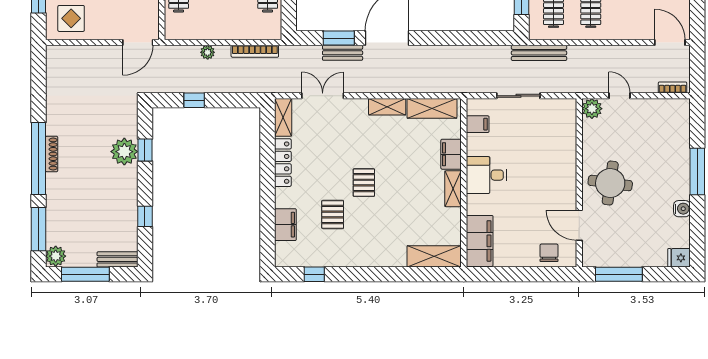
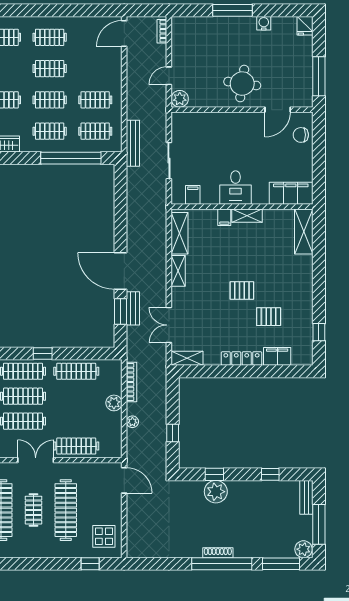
plant: (230, 30) -> (114, 403), added
filing cabinet: (451, 154) -> (224, 217), width x0.50
locker: (283, 163) -> (241, 358), moved

